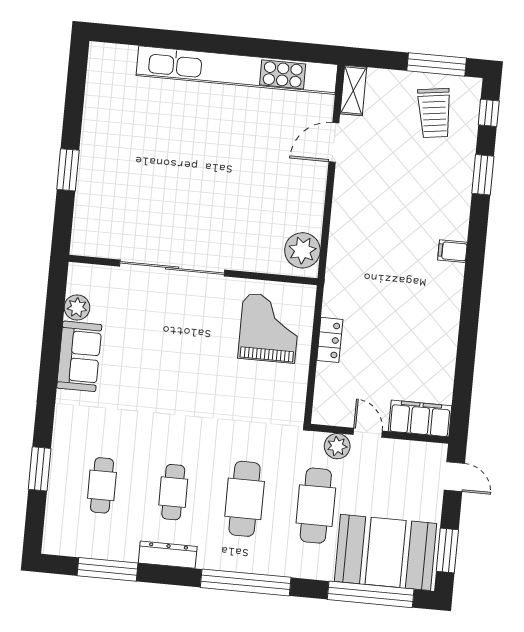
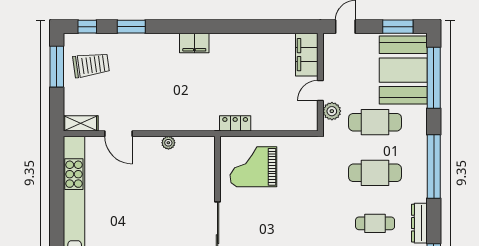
plant: (302, 250) -> (168, 143), moved, width x0.53, depth x0.53
filing cabinet: (452, 251) -> (194, 43), width x2.00
locker: (330, 340) -> (235, 123), moved

